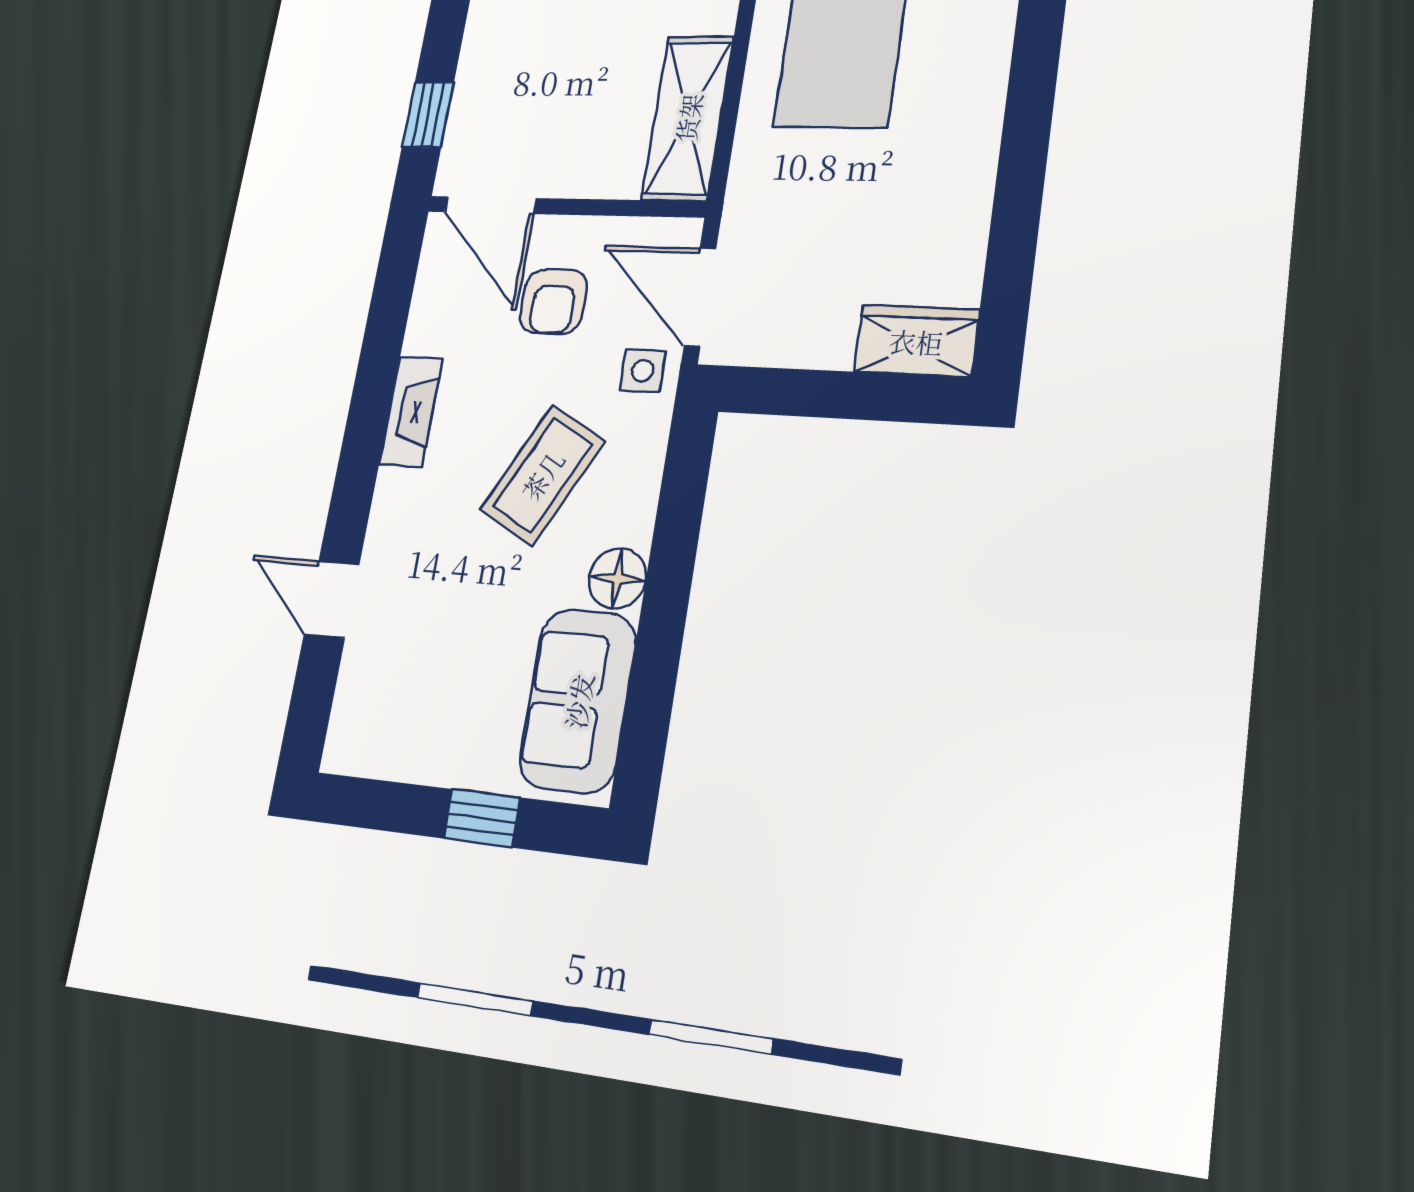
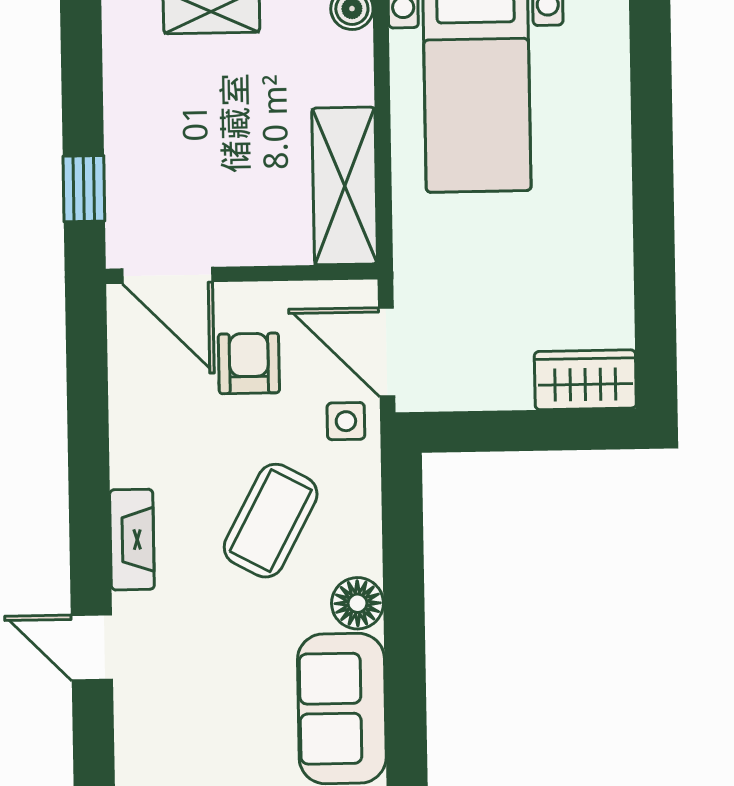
armchair: (553, 302) -> (249, 363), turned 180
fireplace: (411, 412) -> (132, 540), moved

